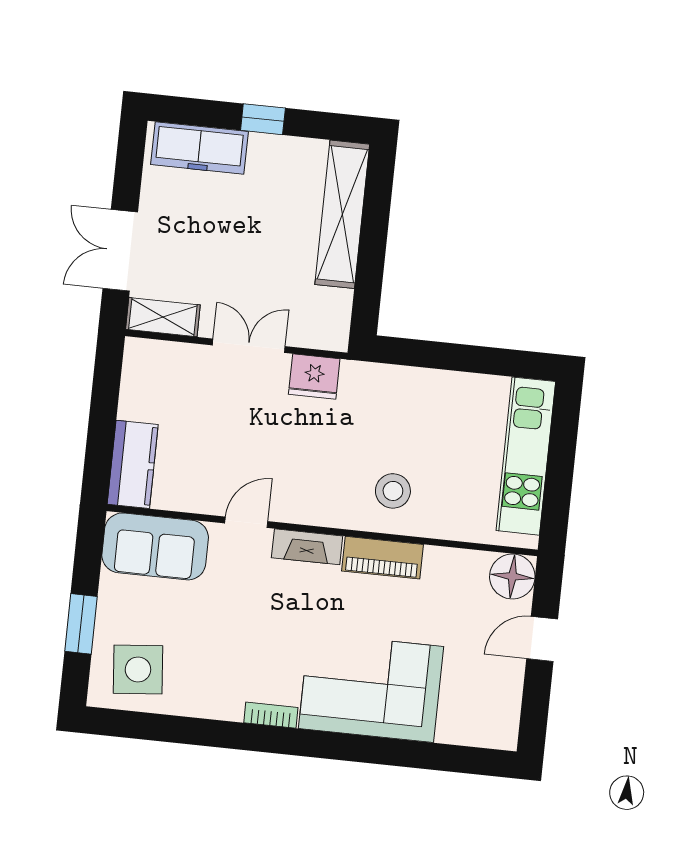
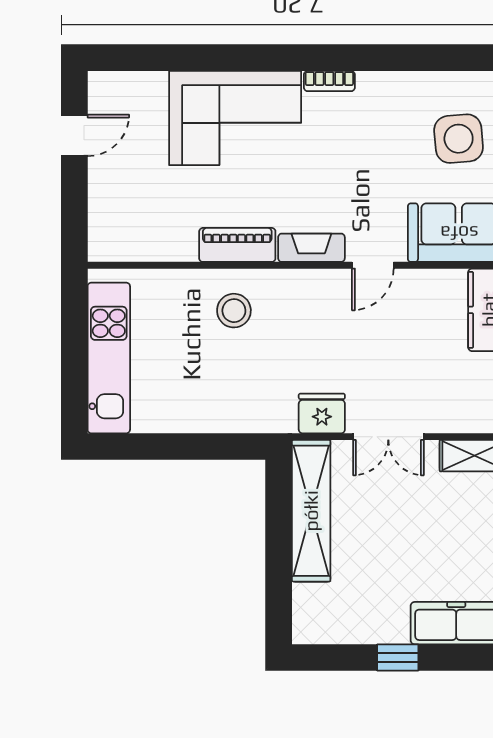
shelving: (342, 214) -> (311, 511), moved
floor lamp: (512, 576) -> (110, 240), removed
door: (542, 639) -> (74, 135), moved
side table: (138, 669) -> (459, 139), moved

